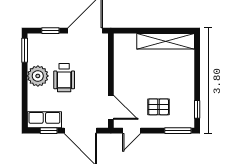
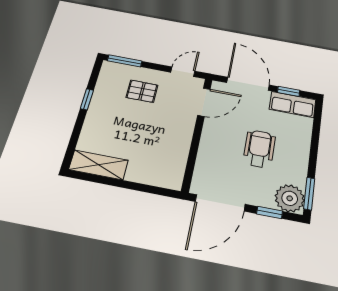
shelving: (166, 41) -> (99, 165), width x0.68
plant: (38, 76) -> (290, 198), moved
door: (111, 107) -> (204, 102), swing flipped
window: (197, 109) -> (87, 99), moved

